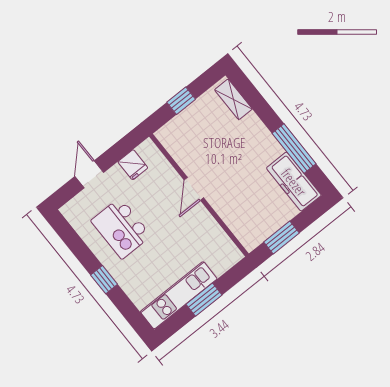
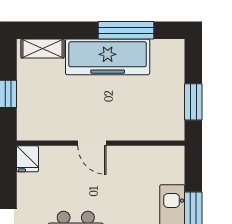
fridge: (133, 165) -> (28, 159), moved, turned 90
freezer: (294, 182) -> (108, 57), moved, width x1.36, depth x1.26

